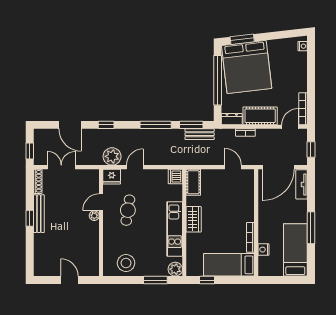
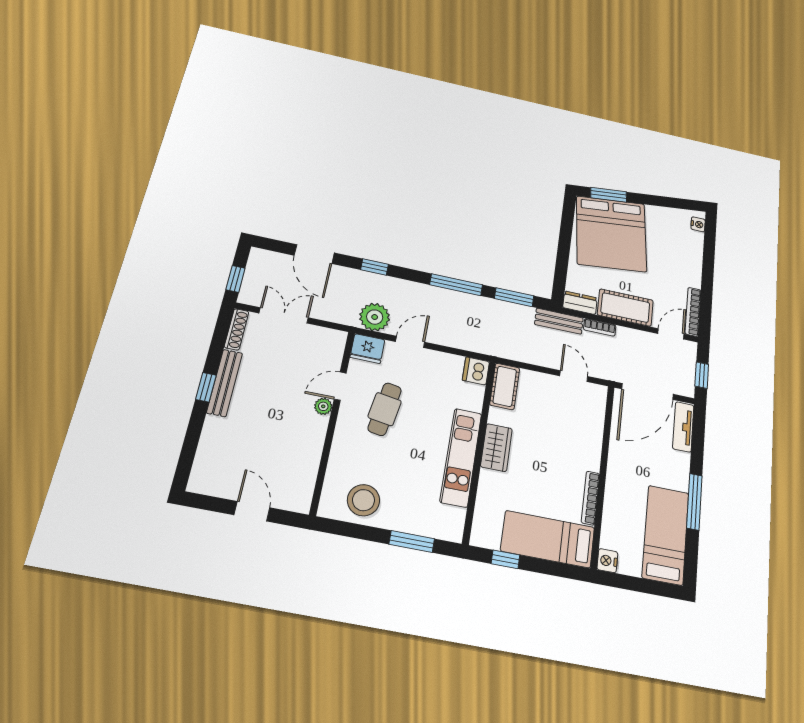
window: (218, 80) -> (565, 242), removed
bench: (200, 134) -> (559, 321), moved
nightstand: (263, 250) -> (607, 561), moved
plant: (175, 269) -> (451, 529), removed

